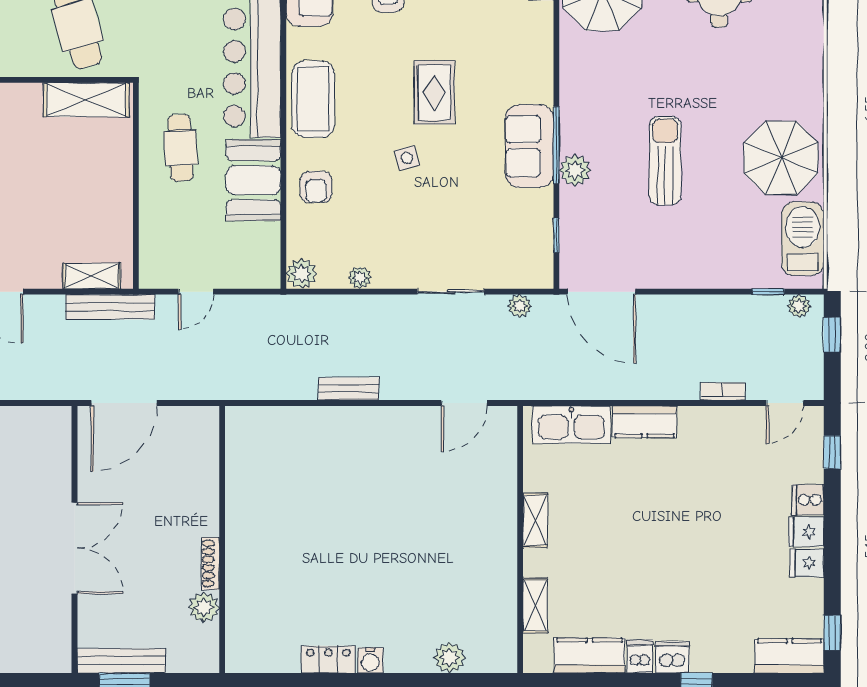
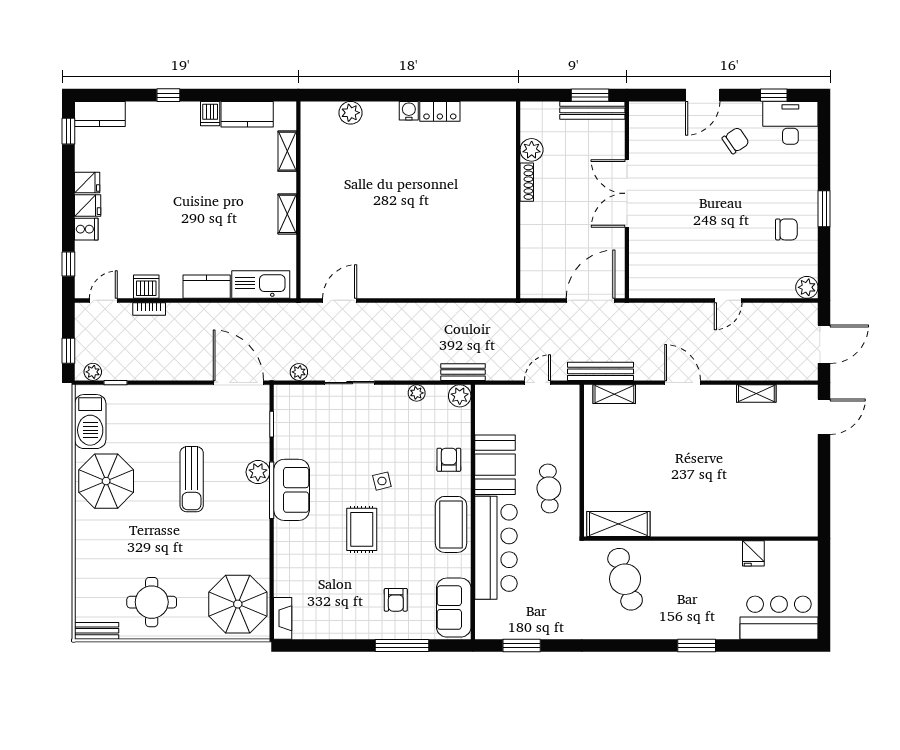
bench: (349, 389) -> (463, 372), moved
dishwasher: (672, 657) -> (146, 287), moved, turned 180

